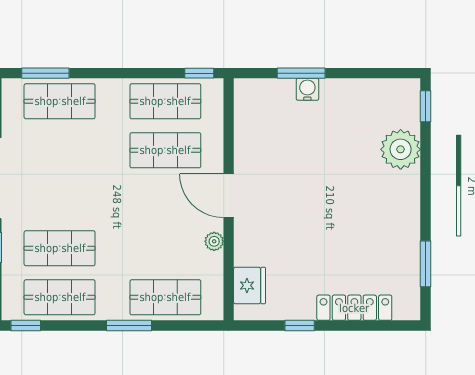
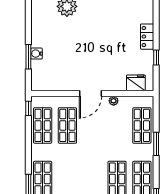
locker: (354, 308) -> (147, 37), width x0.66

